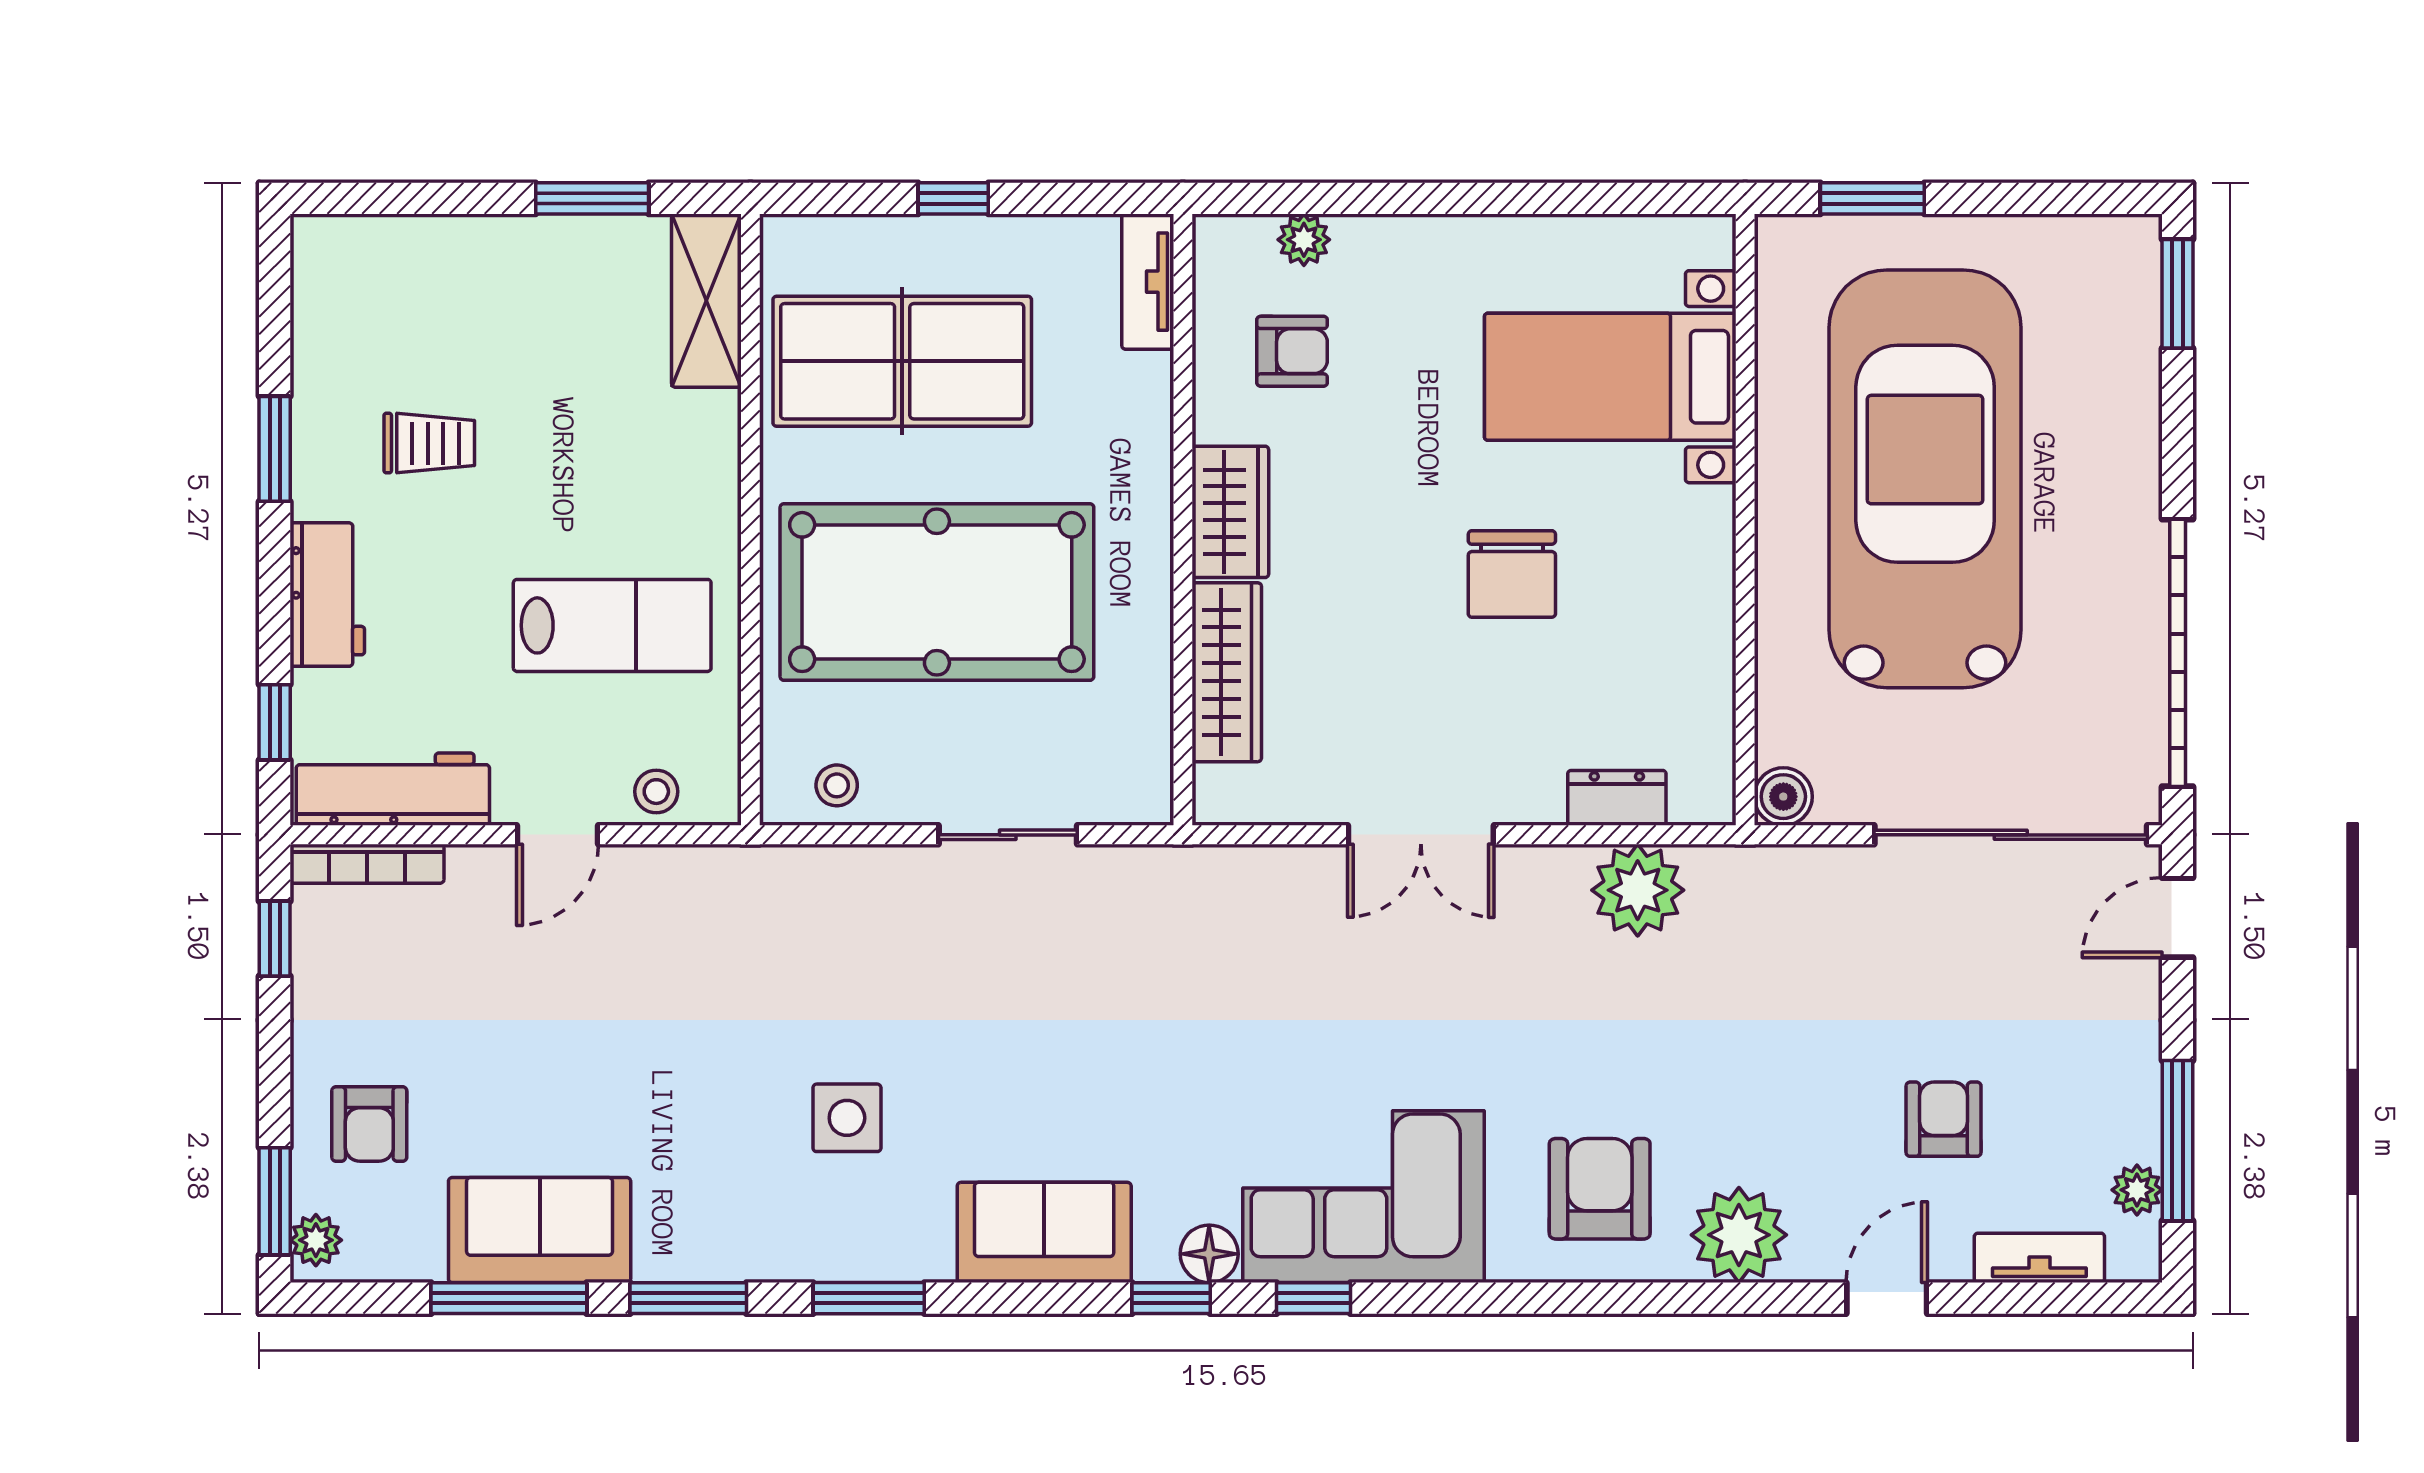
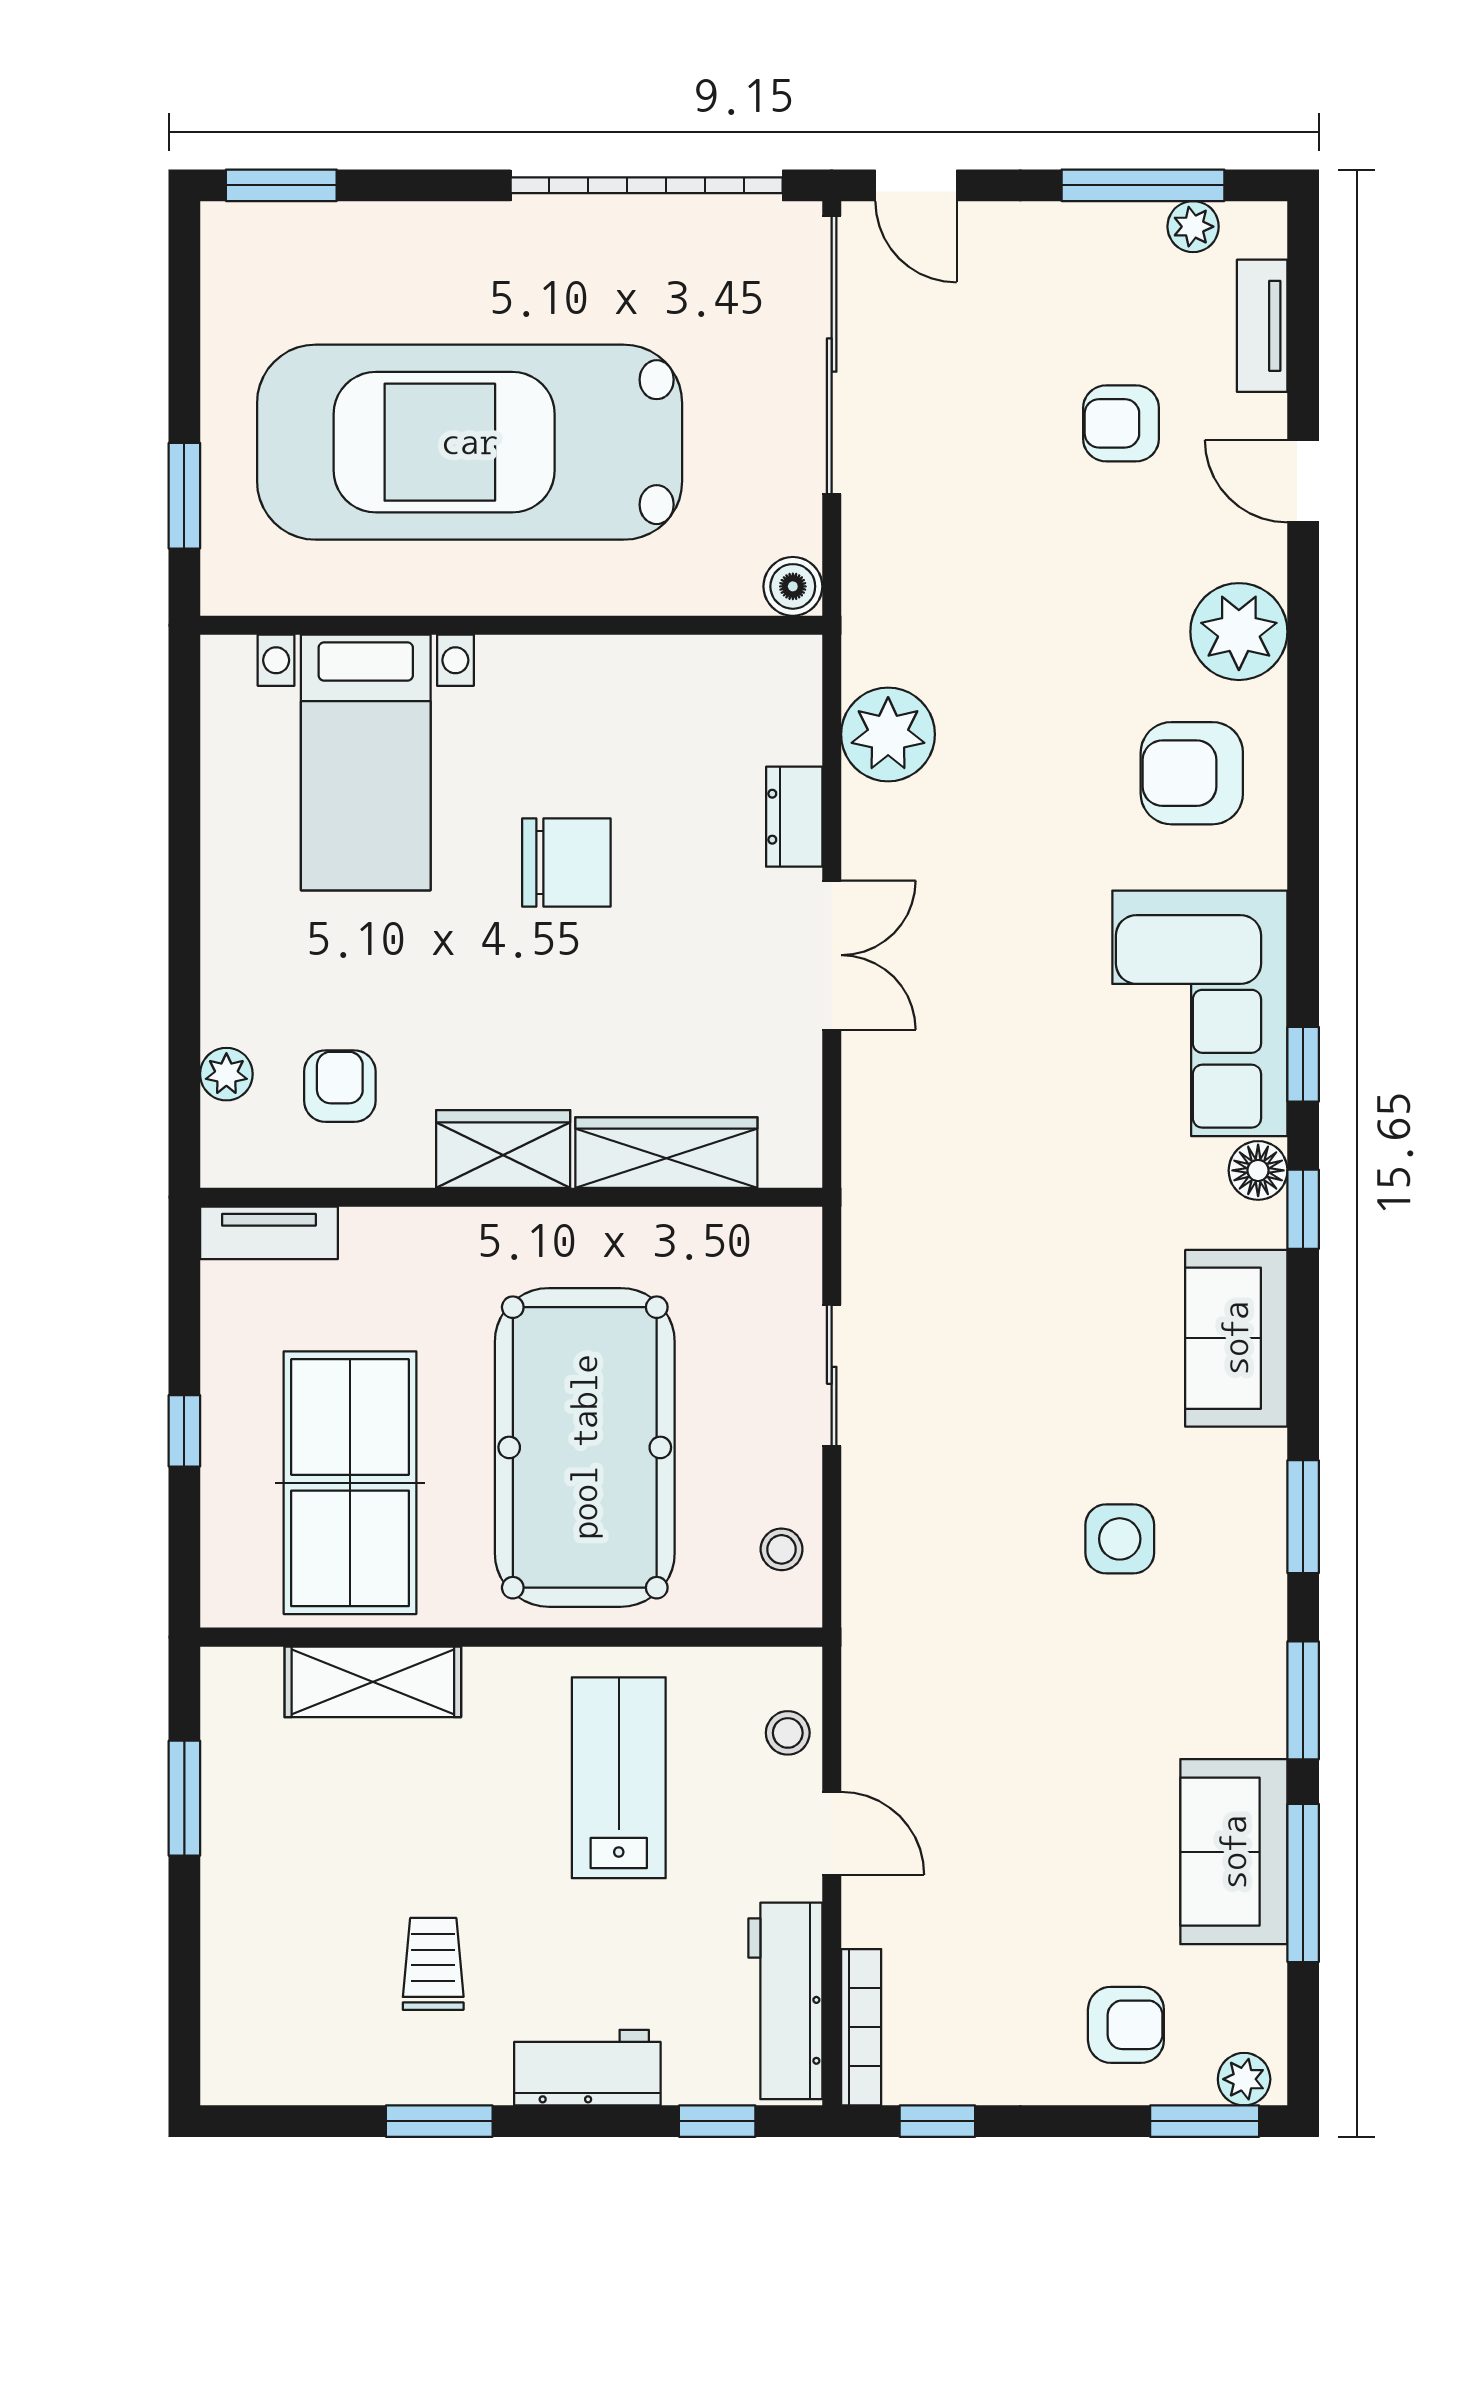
shelving: (706, 301) -> (373, 1682), moved
dresser: (1617, 798) -> (794, 817), moved

